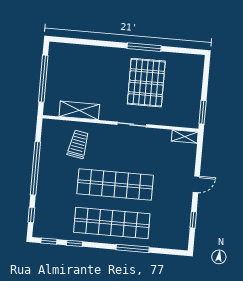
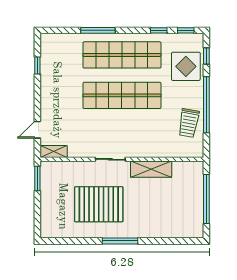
window: (144, 47) -> (120, 241), moved
pallet: (146, 83) -> (99, 204), turned 90
shelving: (79, 110) -> (151, 169), moved
trolley: (78, 144) -> (189, 123), moved
door: (196, 184) -> (37, 130), moved
display table: (52, 207) -> (186, 66), added

